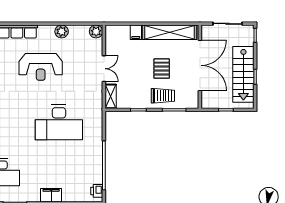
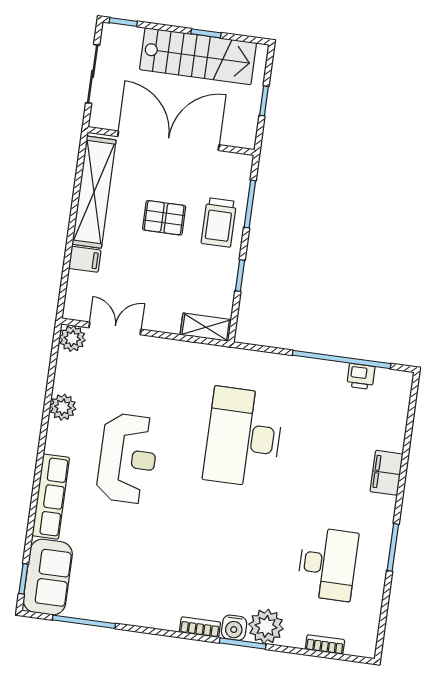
double door: (104, 69) -> (115, 328), moved
trolley: (163, 96) -> (219, 222), turned 180
desk: (59, 122) -> (243, 437), turned 180
printer: (97, 191) -> (361, 376), moved

